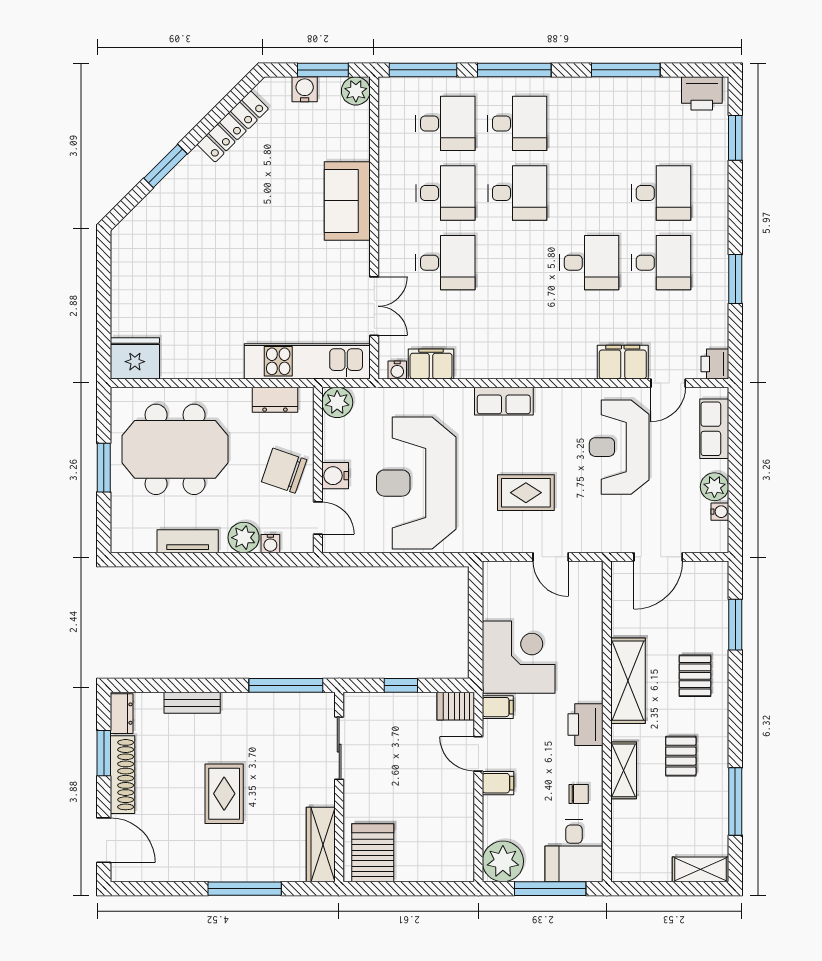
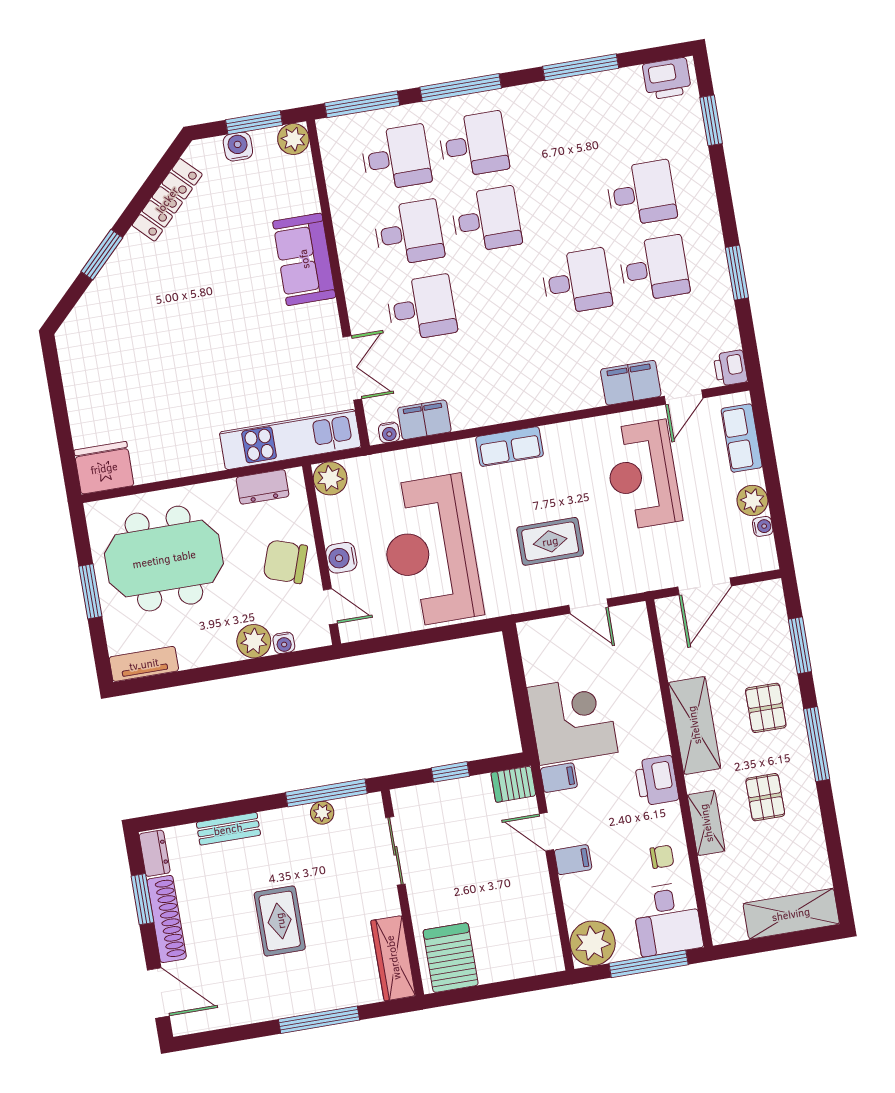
tv unit: (188, 541) -> (144, 664), moved
plant: (279, 703) -> (322, 813), added
window: (735, 801) -> (817, 744), moved
shelving: (700, 869) -> (791, 914), width x1.50, depth x1.33

